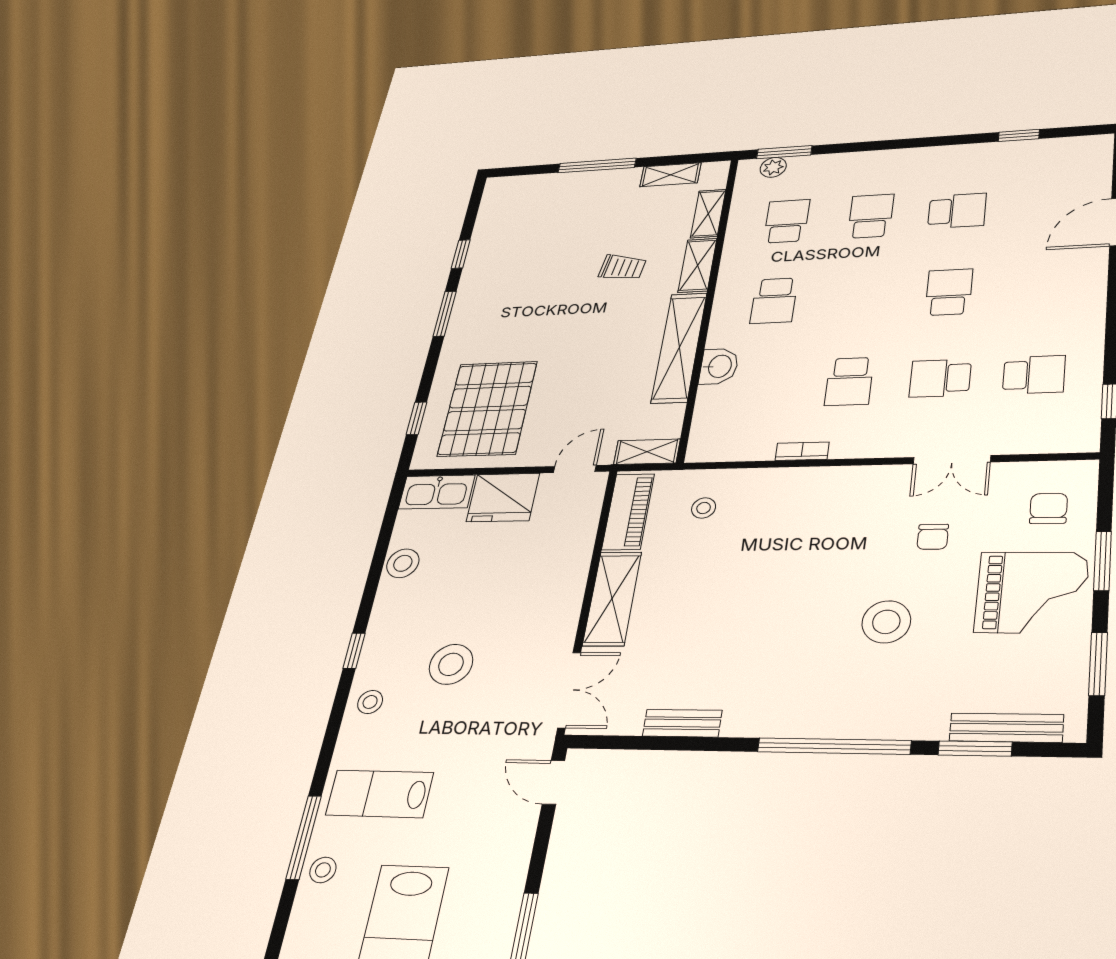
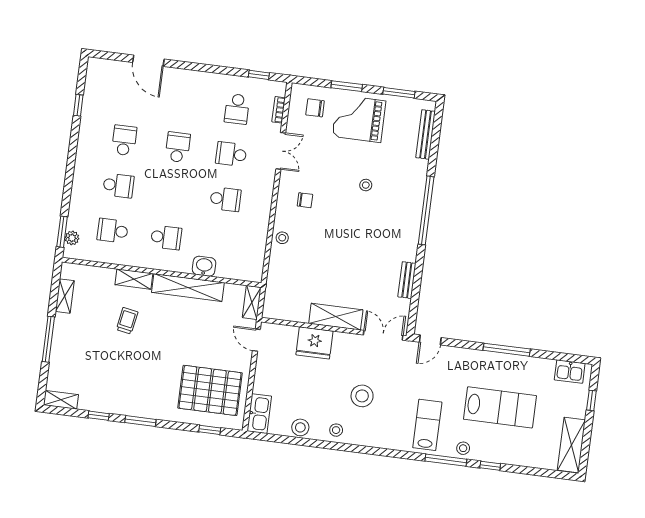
shelving: (708, 214) -> (61, 400), moved
school desk: (871, 216) -> (118, 185), turned 180
school desk: (949, 292) -> (178, 147), turned 90
school desk: (1034, 375) -> (237, 109), turned 180
school desk: (940, 378) -> (231, 154), turned 90
bookcase: (802, 451) -> (279, 110), moved
fridge: (503, 498) -> (314, 343), moved, turned 90
stool: (704, 508) -> (282, 238), moved
piano: (628, 512) -> (287, 311), removed
chair: (933, 537) -> (305, 200), moved
grand piano: (1032, 592) -> (359, 119), turned -91
stool: (886, 622) -> (366, 185), width x0.53, depth x0.53
window: (354, 651) -> (490, 466), moved
stool: (370, 702) -> (336, 430), moved
window: (975, 749) -> (434, 149), removed
lab bench: (379, 794) -> (427, 425), turned 180

